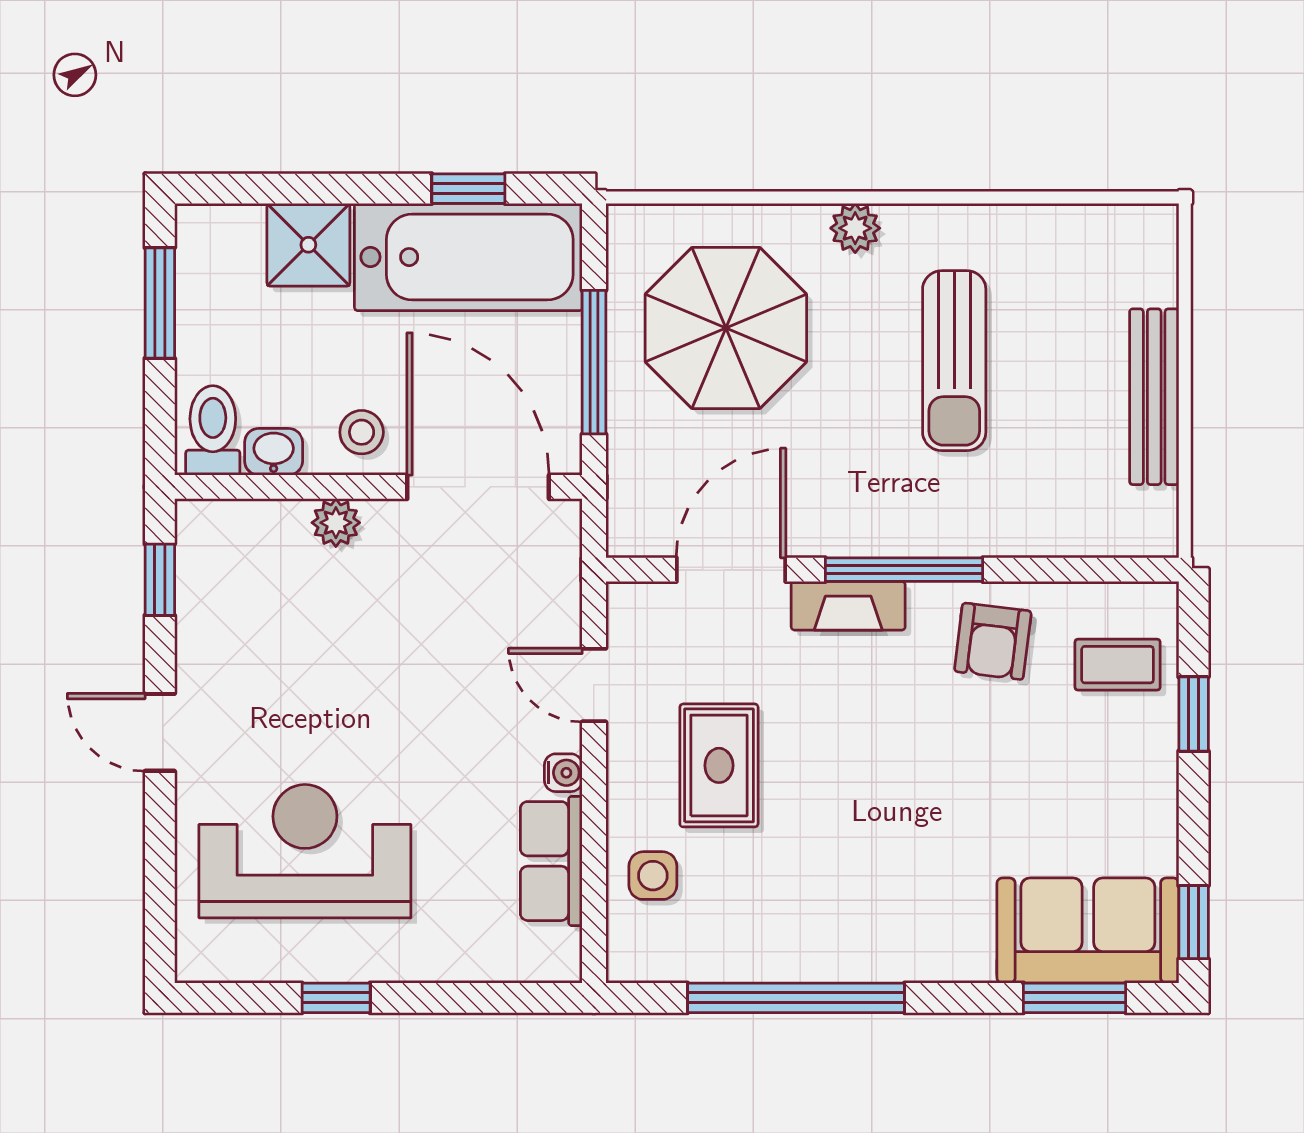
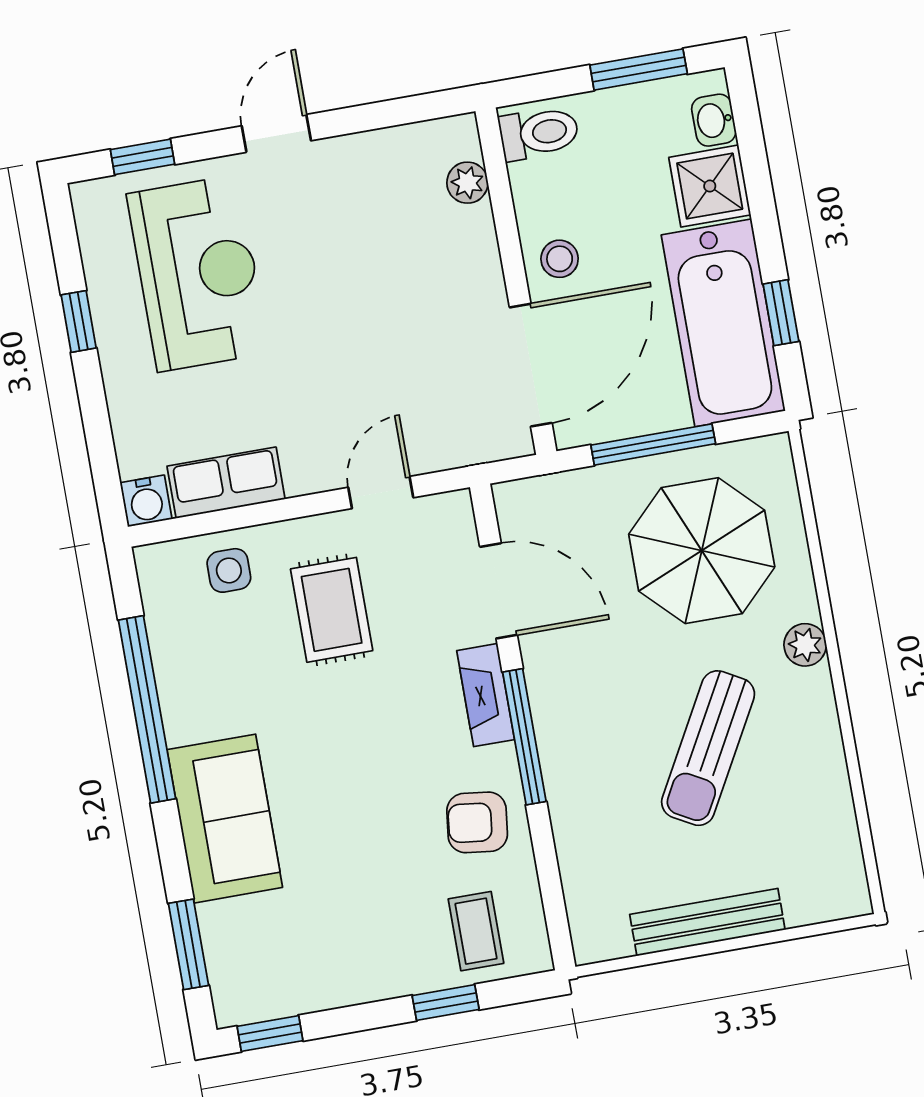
sun lounger: (954, 361) -> (708, 748), turned -61
washbasin: (274, 452) -> (714, 120), moved, turned 180
plant: (336, 523) -> (467, 183), moved
window: (160, 580) -> (143, 157), moved
rug: (719, 765) -> (332, 610), turned 90
water cooler: (563, 773) -> (146, 501), moved, width x1.38, depth x1.38
sofa: (1088, 931) -> (225, 819), moved

